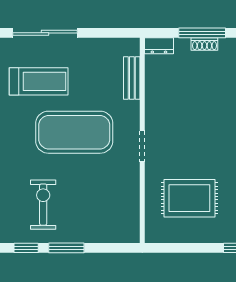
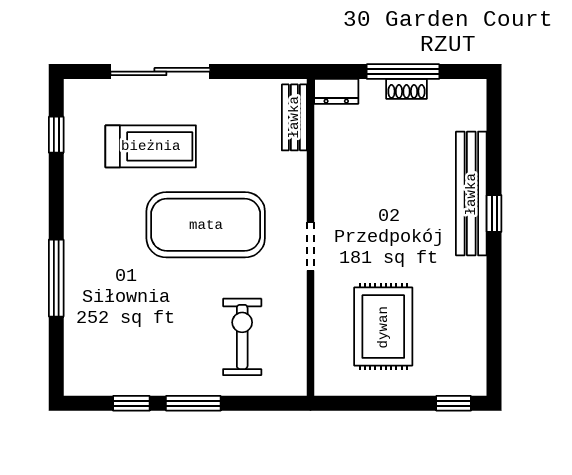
bench: (132, 78) -> (294, 117), moved
rug: (189, 198) -> (383, 327), turned 90
exercise bike: (43, 205) -> (242, 337), moved

